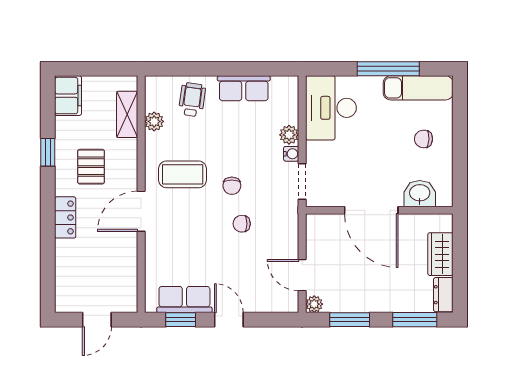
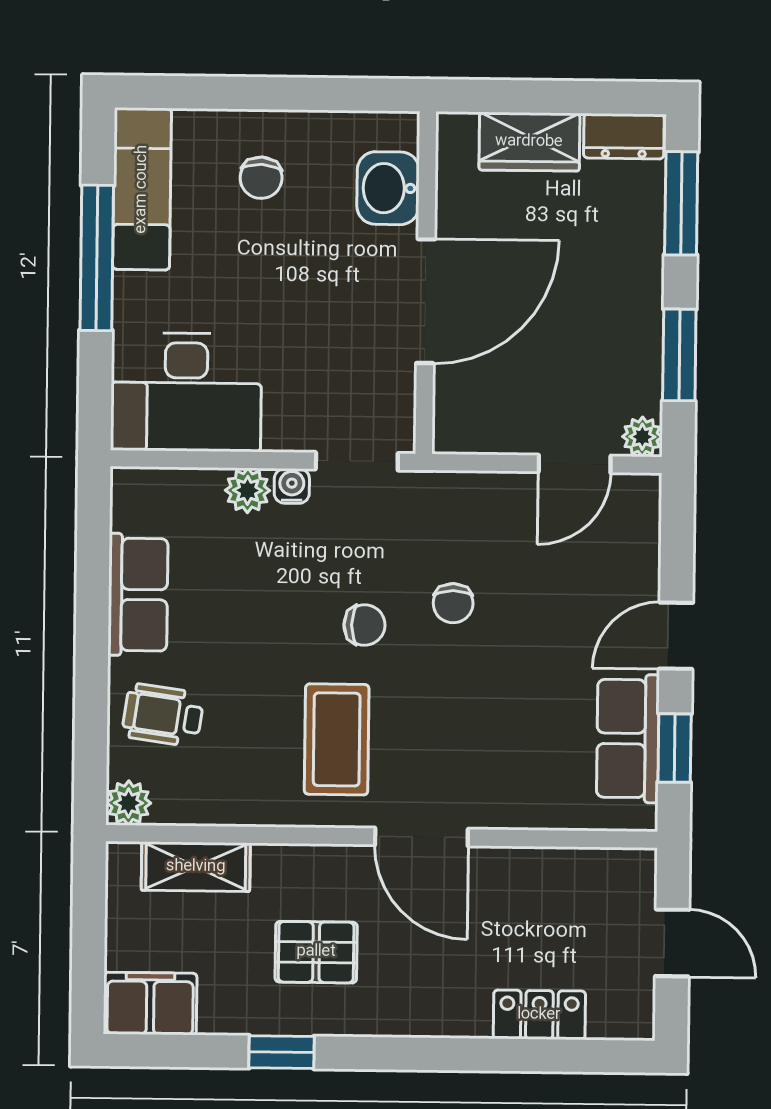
plant: (154, 121) -> (129, 803), moved
locker: (65, 217) -> (539, 1015), moved

